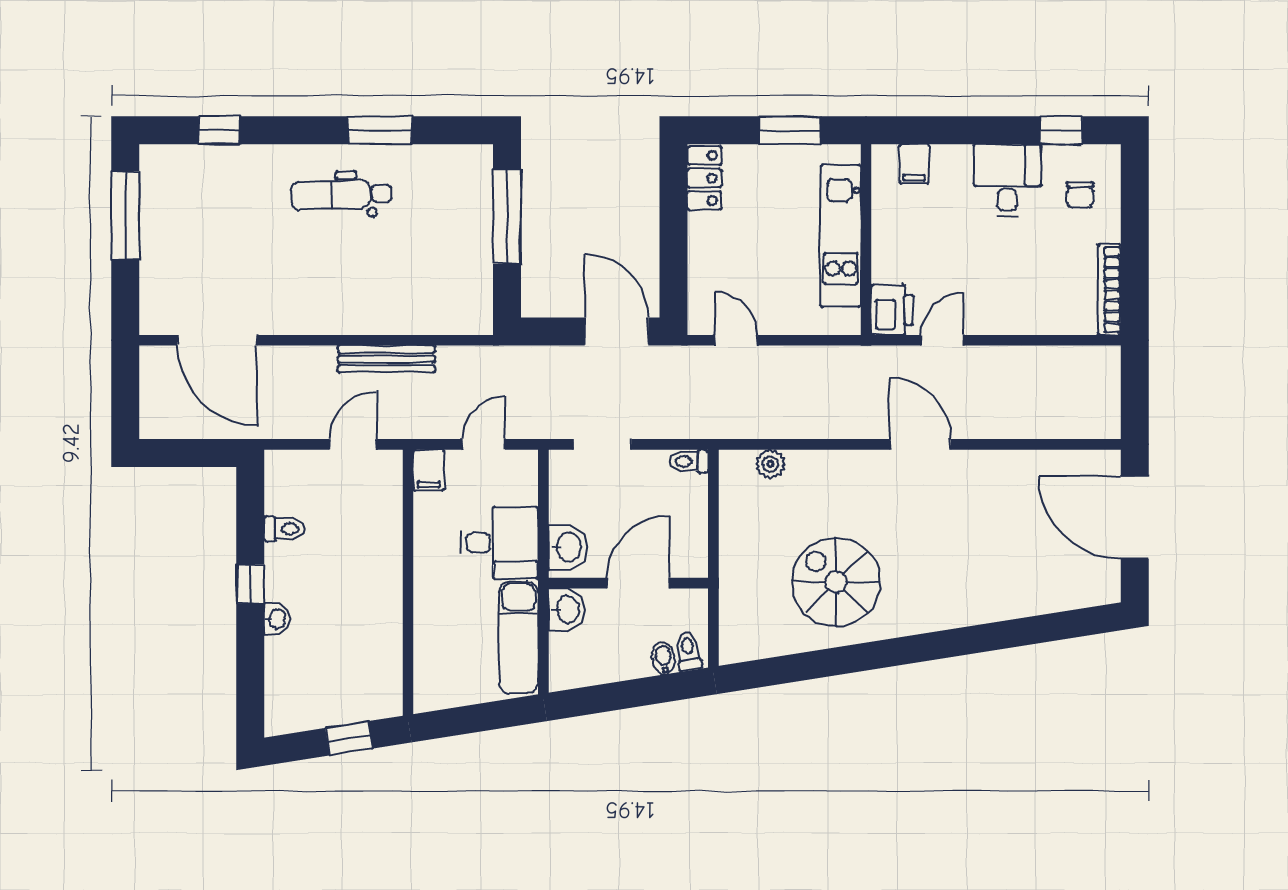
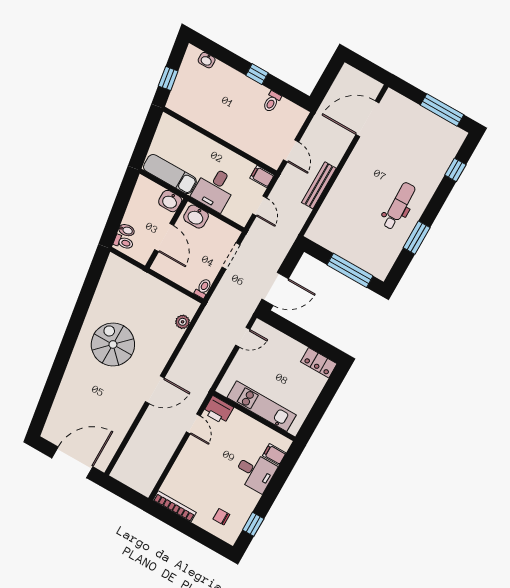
window: (790, 130) -> (318, 410), removed
desk: (1007, 180) -> (255, 472), moved
spiral stairs: (836, 582) -> (113, 344), moved, turned -90
washbasin: (277, 619) -> (207, 60), moved

